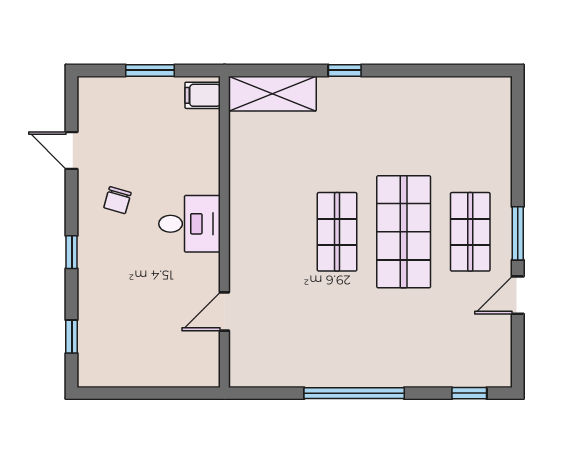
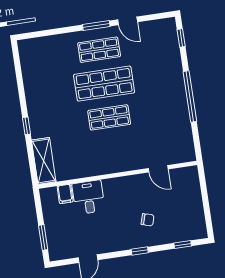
window: (150, 70) -> (43, 237), moved
filing cabinet: (203, 95) -> (65, 194), moved
chair: (117, 200) -> (148, 220), moved
desk: (190, 224) -> (88, 197), moved

